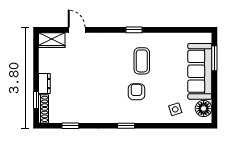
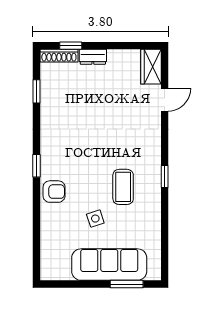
coffee table: (142, 61) -> (123, 187), turned 90
armchair: (136, 92) -> (54, 192), moved
side table: (175, 109) -> (95, 219), moved
floor lamp: (204, 109) -> (59, 270), removed

